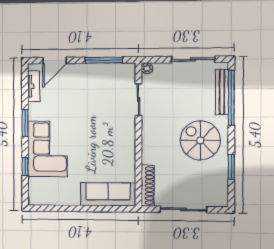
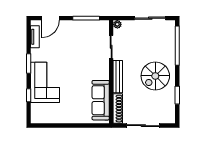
bench: (222, 92) -> (118, 77), moved
spiral stairs: (200, 140) -> (155, 76), turned -90
sofa: (108, 194) -> (101, 100), moved, turned -90

